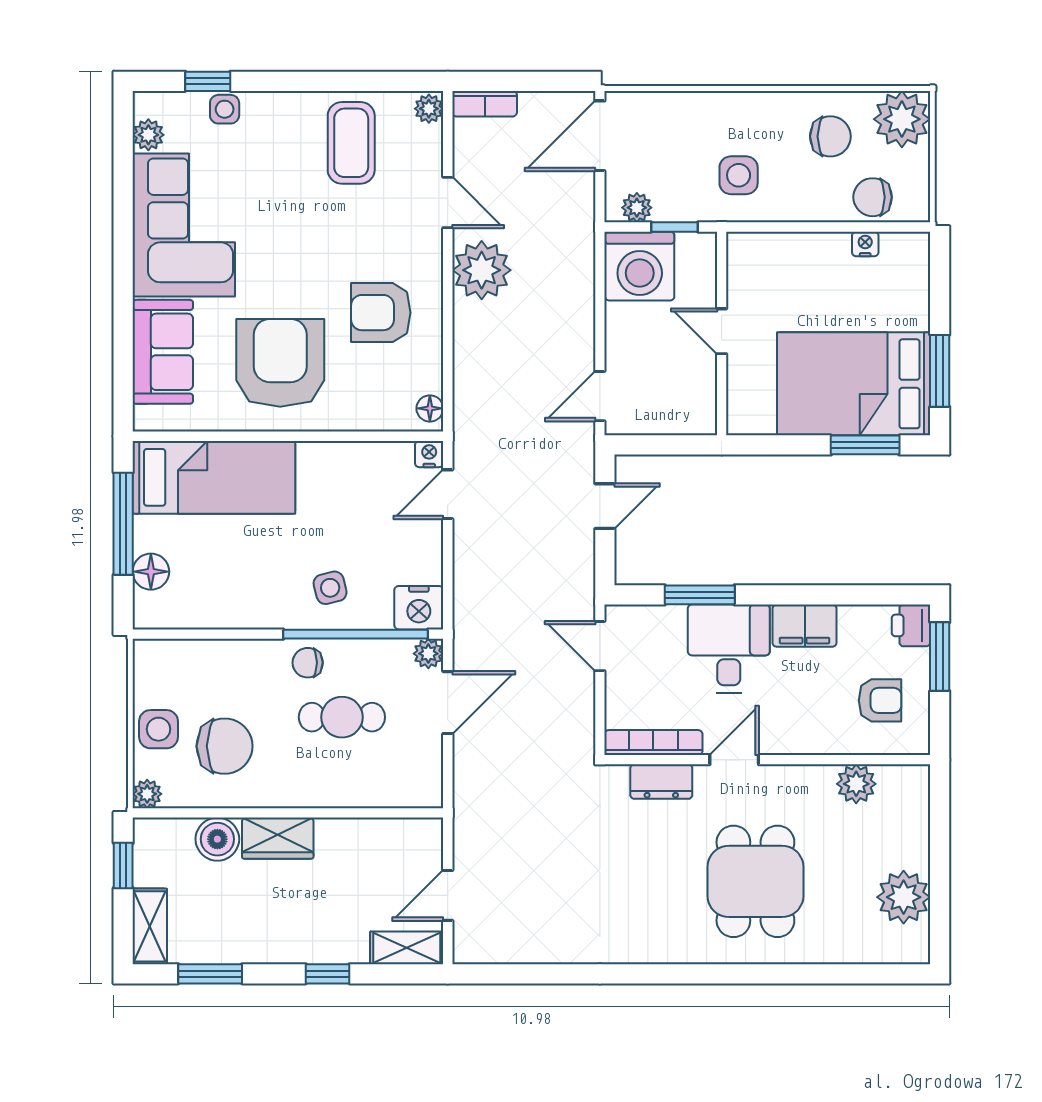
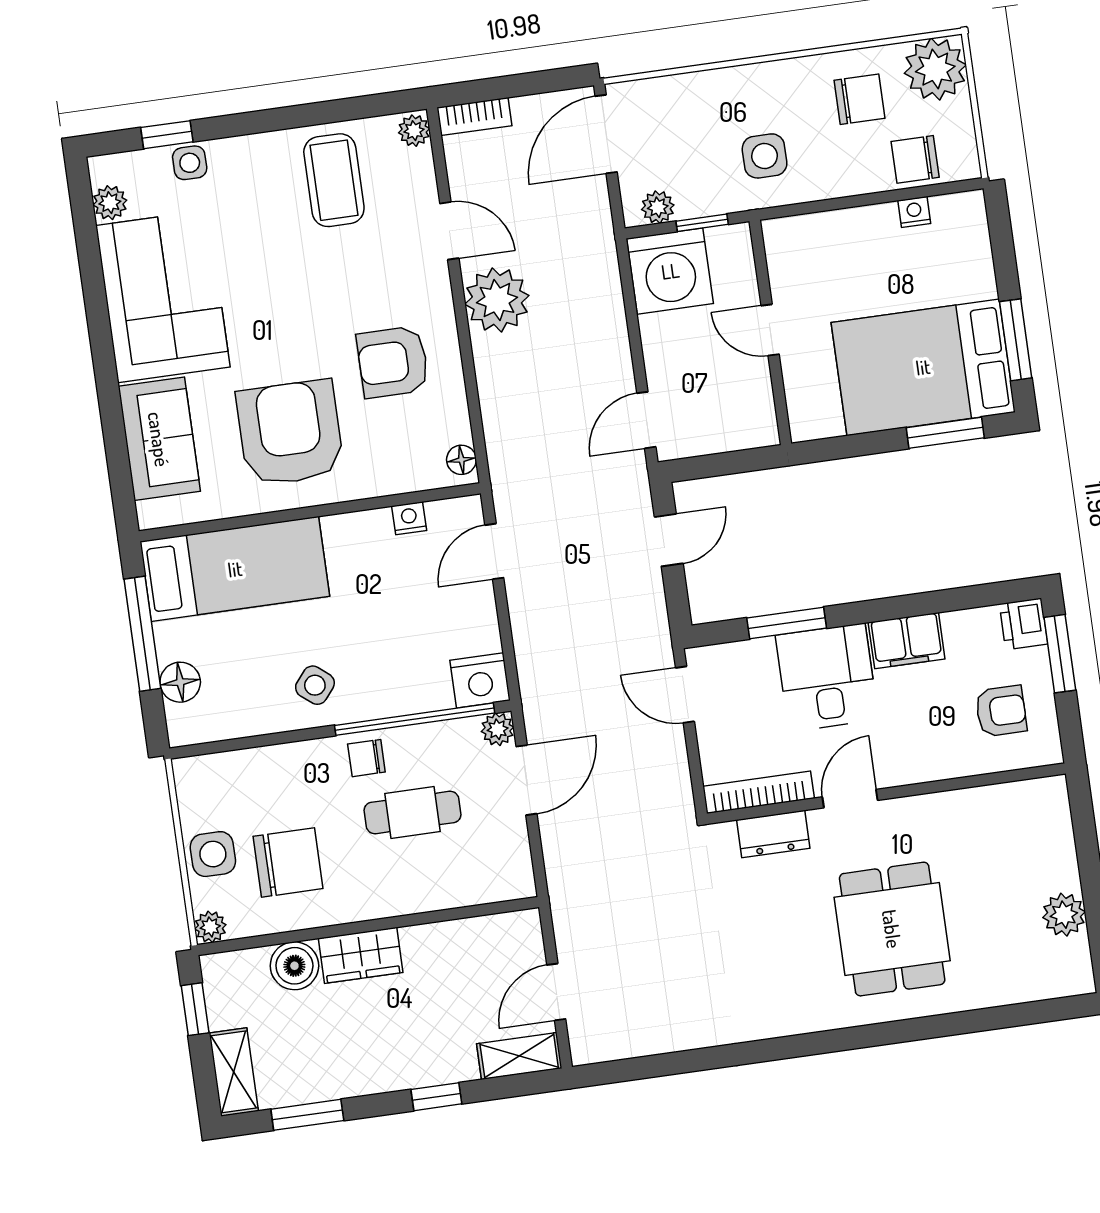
nightstand: (429, 454) -> (409, 518), moved
side table: (330, 588) -> (315, 685), moved, turned -37
plant: (856, 784) -> (988, 806), removed
plant: (904, 897) -> (1064, 915), width x0.73, depth x0.73

